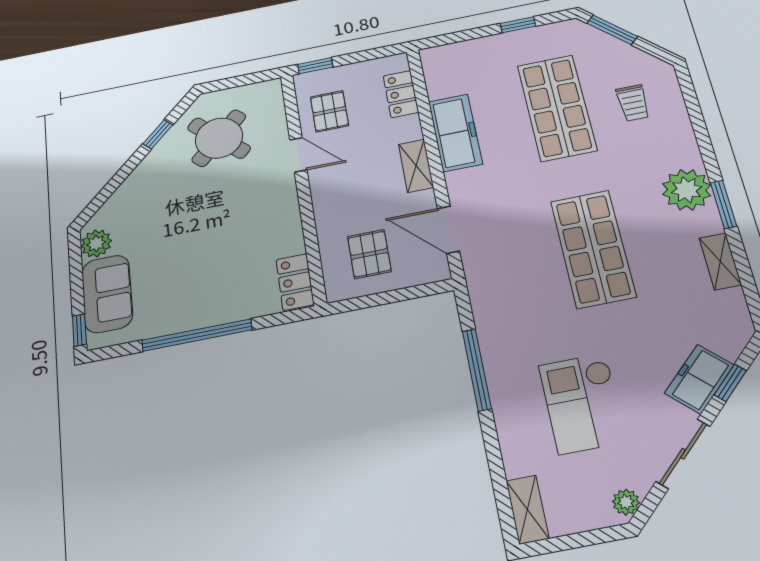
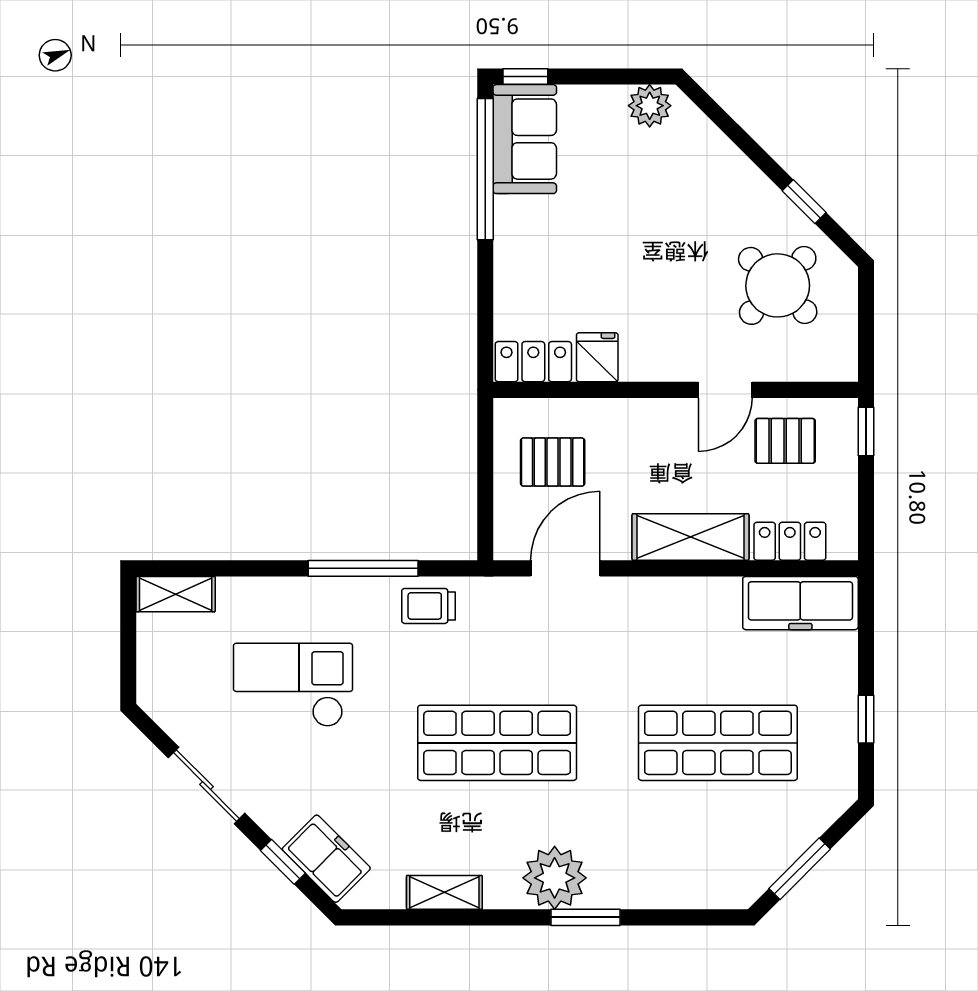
window: (612, 30) -> (800, 869), moved
trolley: (633, 103) -> (428, 606), moved
freezer: (455, 133) -> (800, 603), moved
shelving: (416, 166) -> (690, 537), width x1.50, depth x1.33
window: (723, 204) -> (585, 917), moved
fridge: (286, 240) -> (597, 357), added
sofa: (107, 294) -> (525, 139), moved, turned -90
window: (197, 335) -> (485, 169), moved
freezer: (699, 379) -> (326, 859), moved
plant: (626, 502) -> (162, 707), removed

